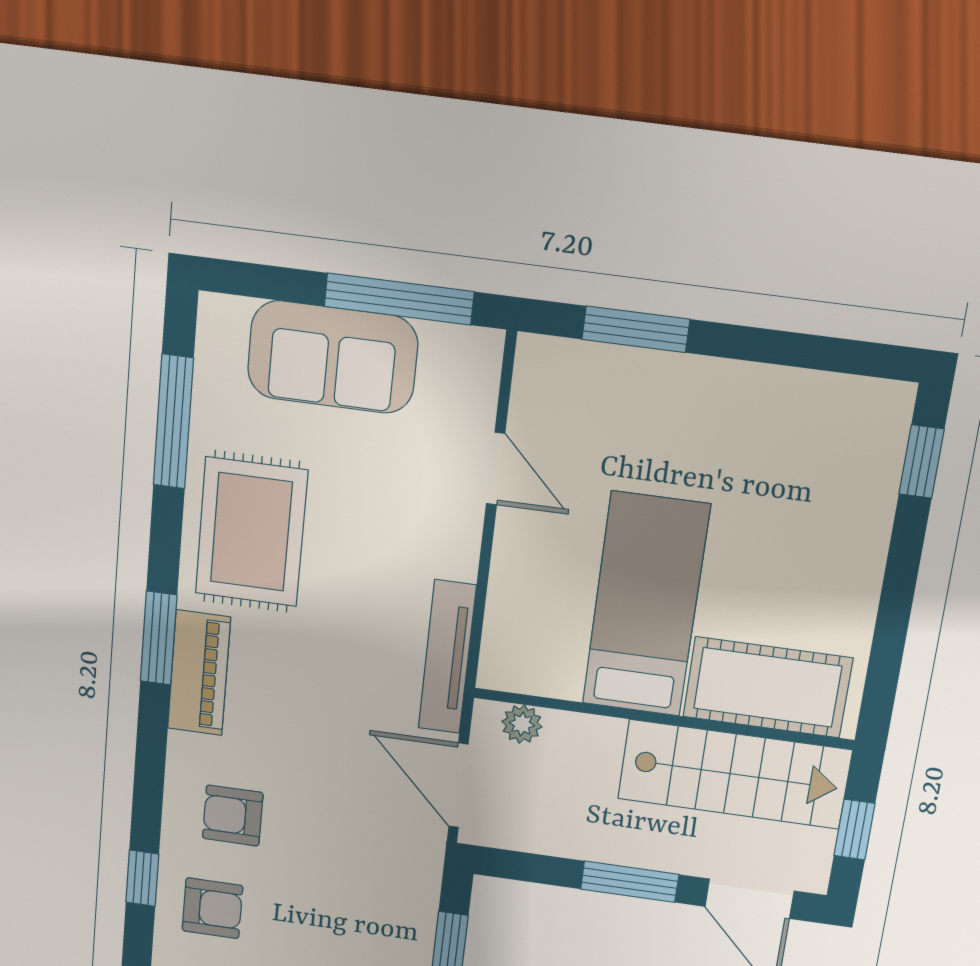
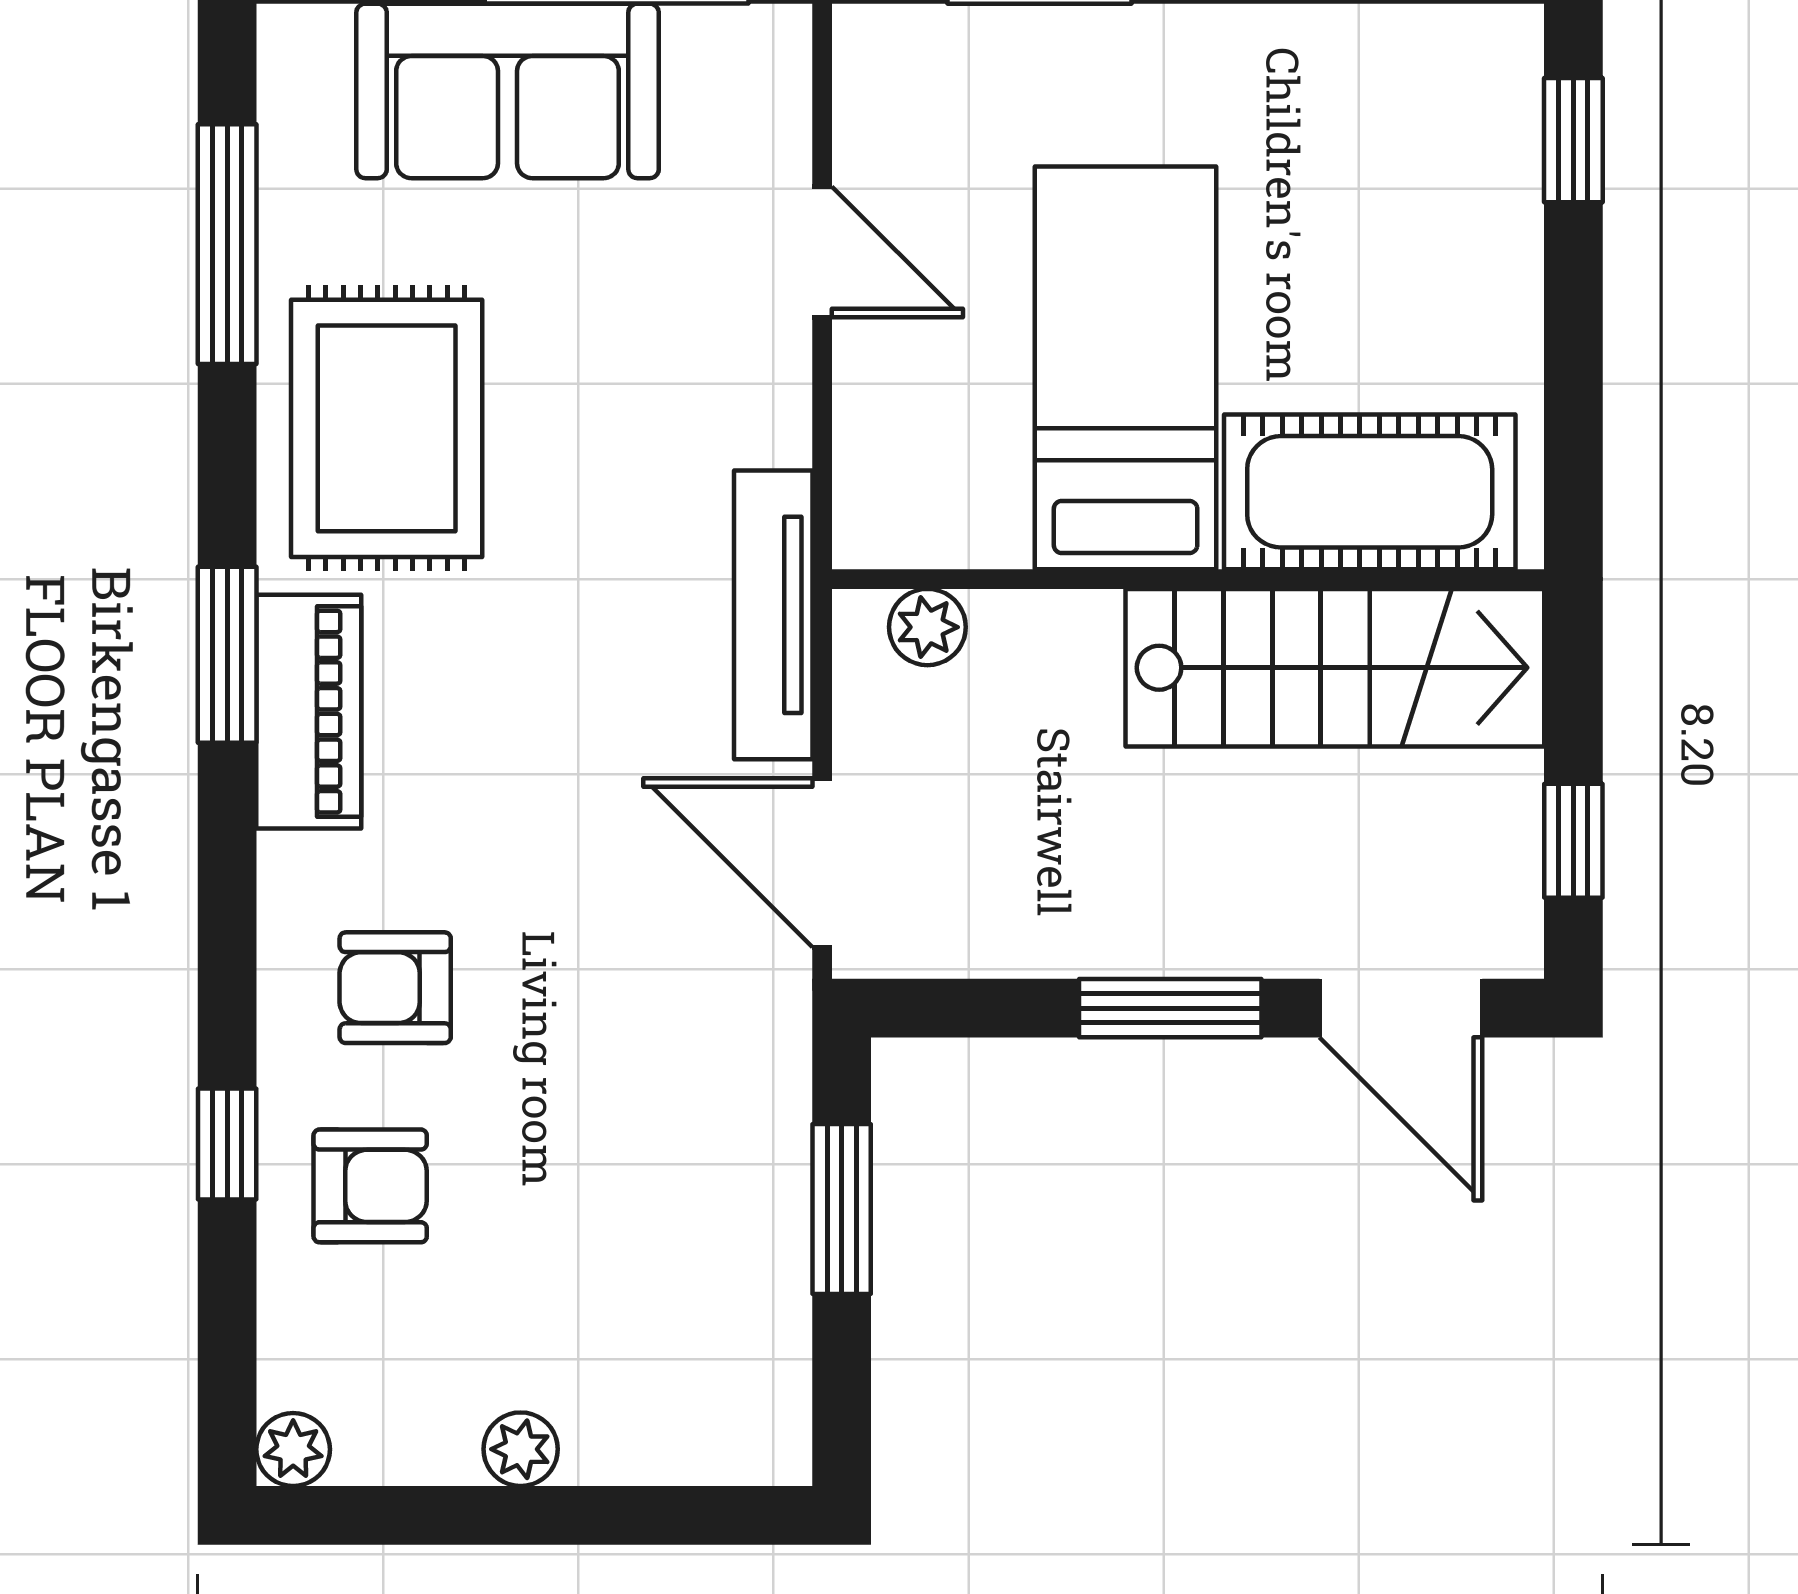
bed: (646, 605) -> (1126, 368), moved
cot: (768, 687) -> (1370, 492), moved
wall: (663, 719) -> (1188, 579), moved
plant: (522, 724) -> (927, 627), moved
stairs: (734, 774) -> (1335, 668), moved

